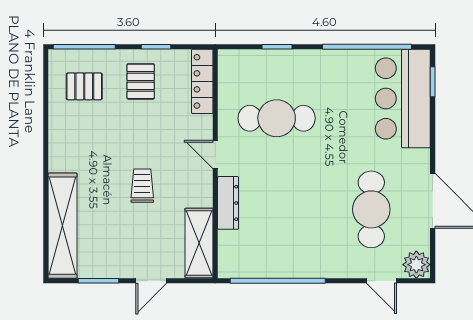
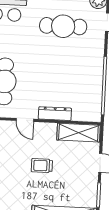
door: (215, 154) -> (25, 120), hinge flipped

